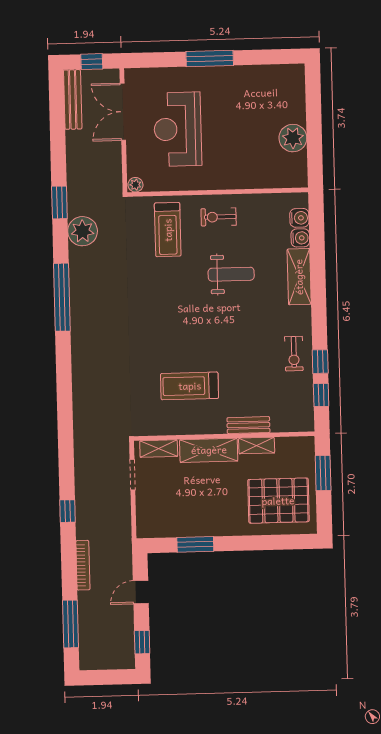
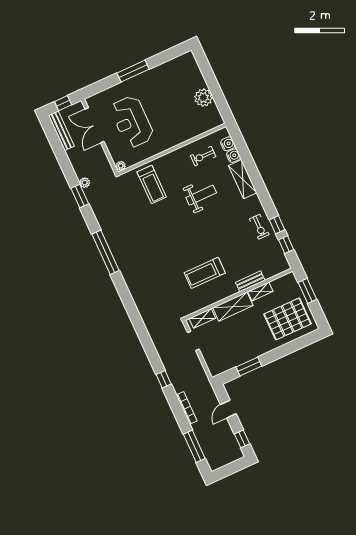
exercise bike: (219, 217) -> (203, 156), moved
plant: (83, 231) -> (85, 183), moved, width x0.53, depth x0.53

